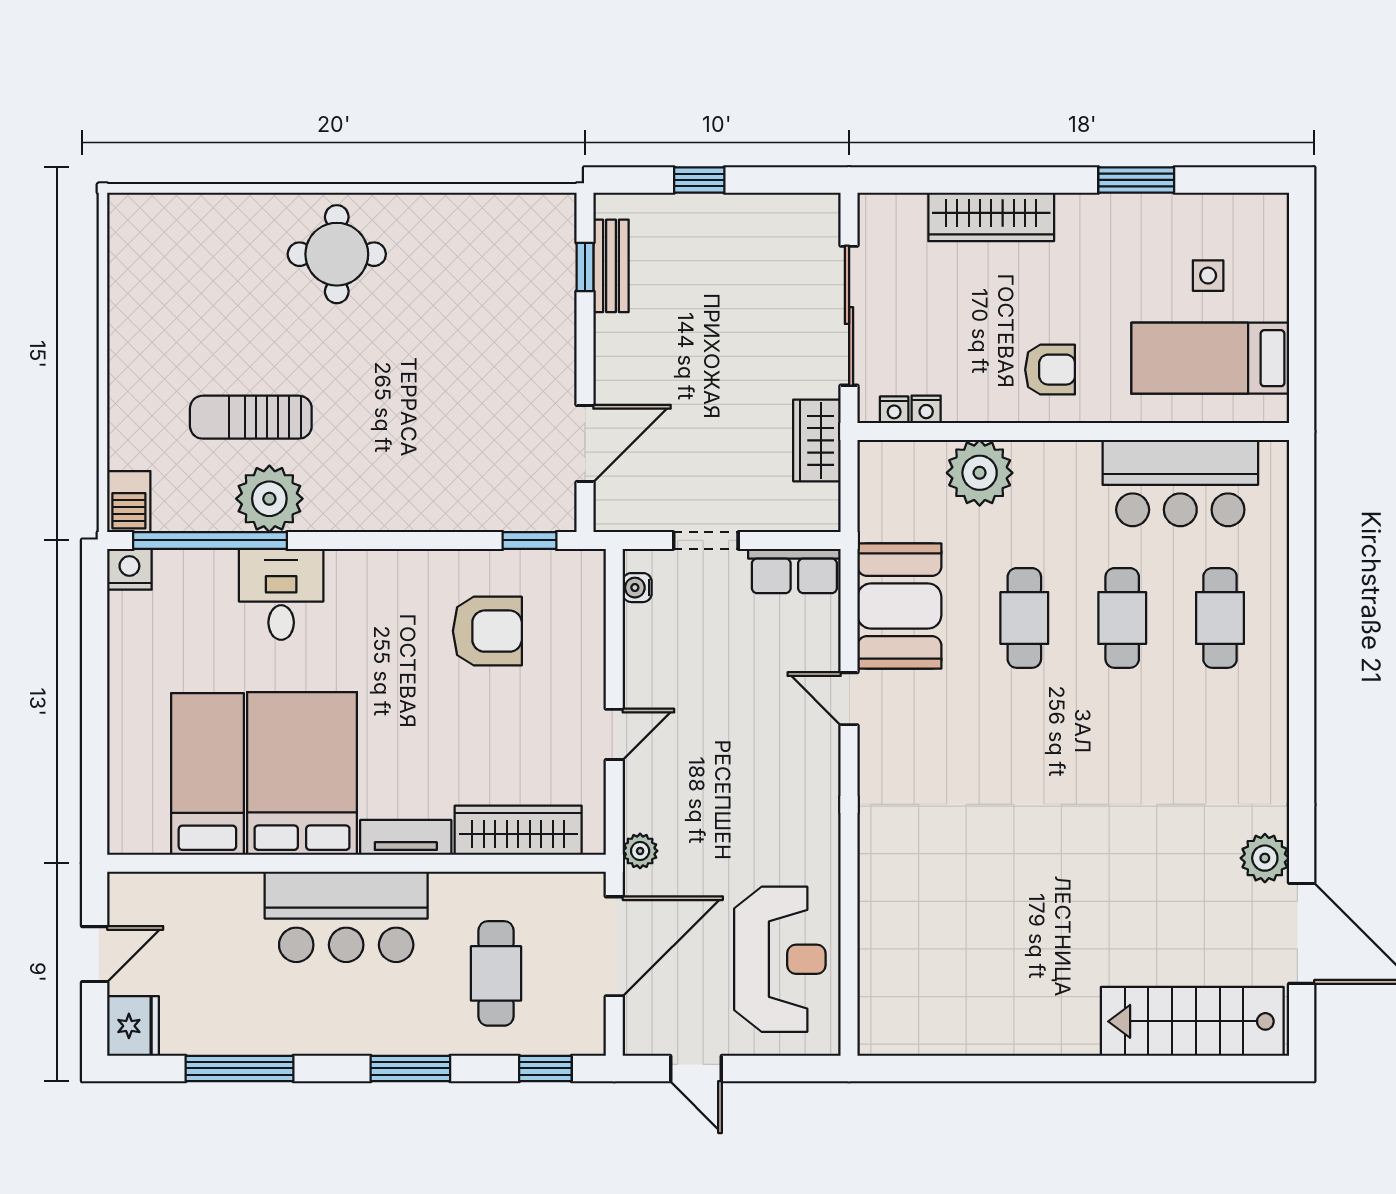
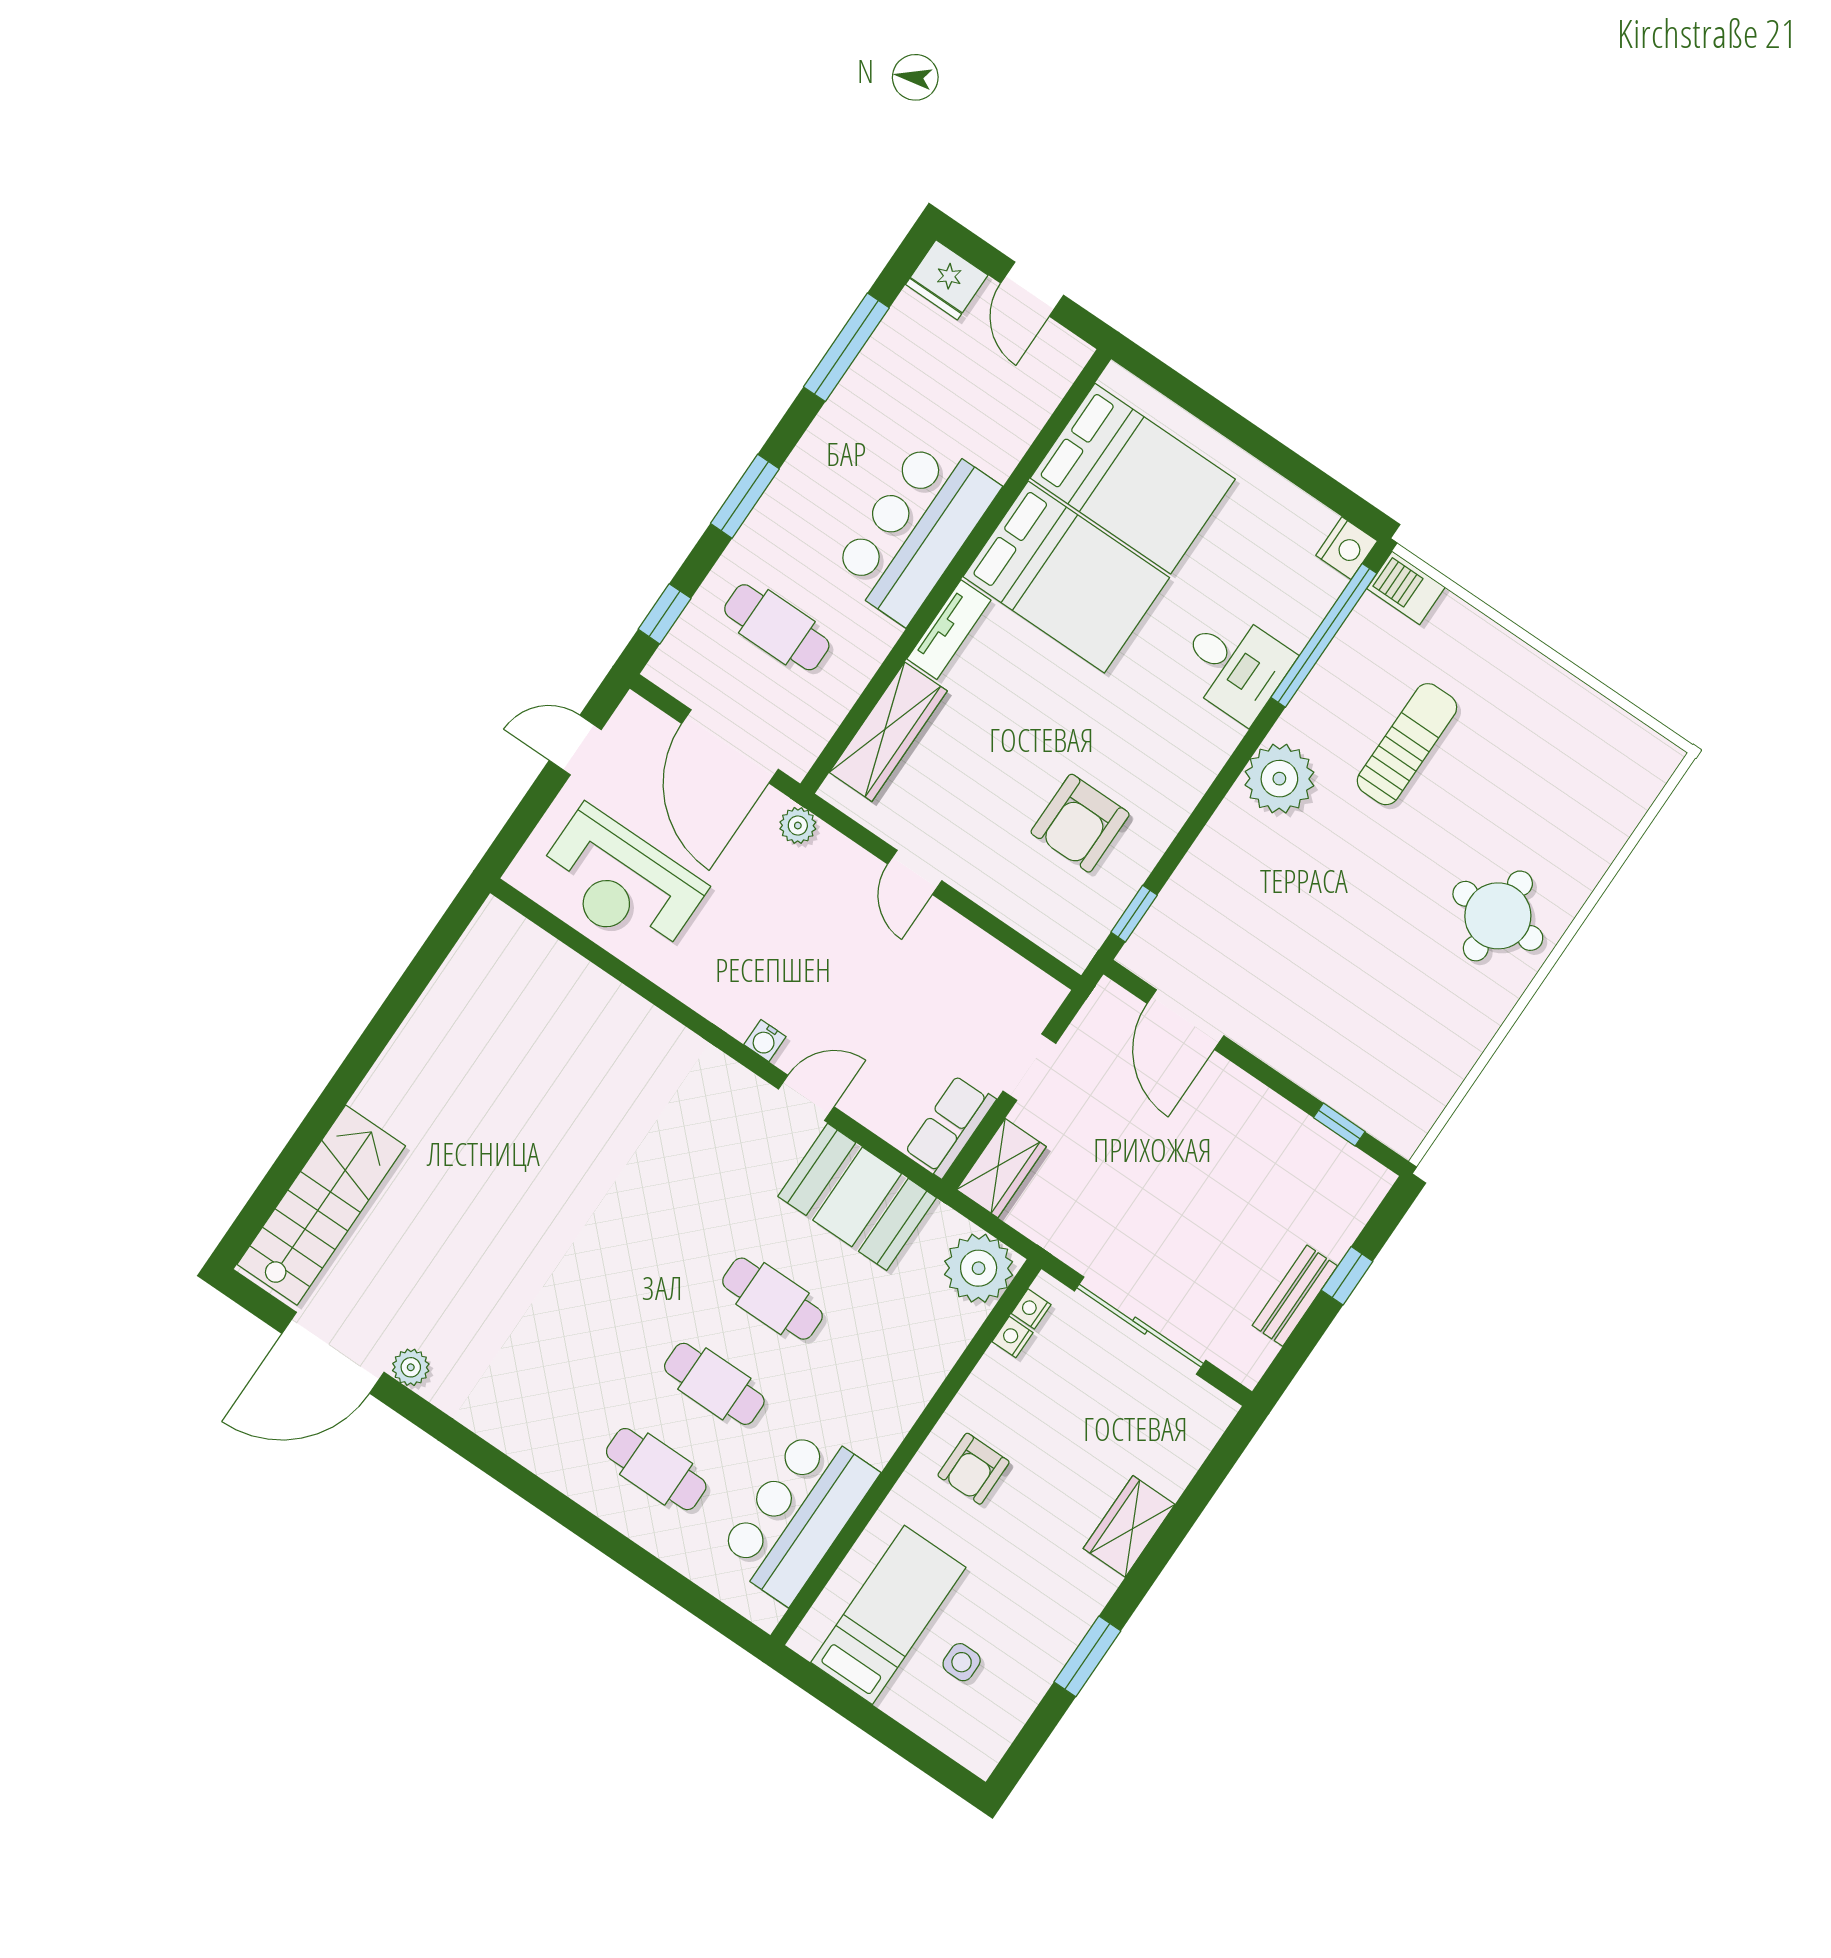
wardrobe: (991, 217) -> (1129, 1526), width x0.67
bench: (611, 266) -> (1295, 1296), moved, turned 90
wardrobe: (817, 440) -> (1001, 1168), moved, turned 90
plant: (980, 473) -> (979, 1268), moved
plant: (269, 499) -> (1279, 779), moved
water cooler: (637, 588) -> (765, 1041), moved, turned 180
bed: (207, 774) -> (1133, 479), width x1.50
plant: (1265, 858) -> (411, 1367), width x0.73, depth x0.73

